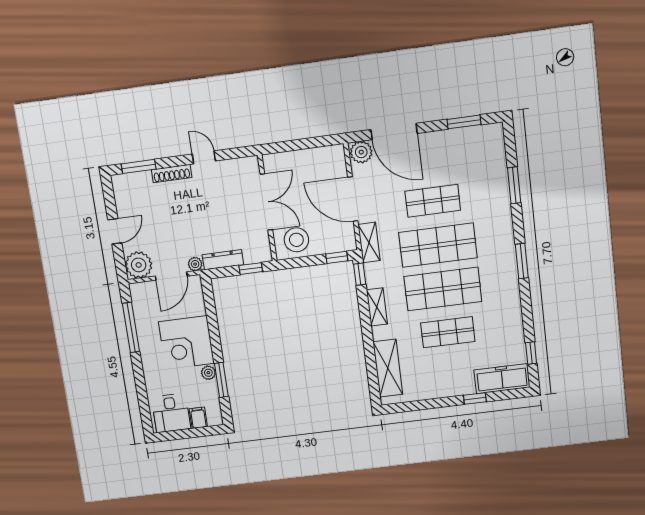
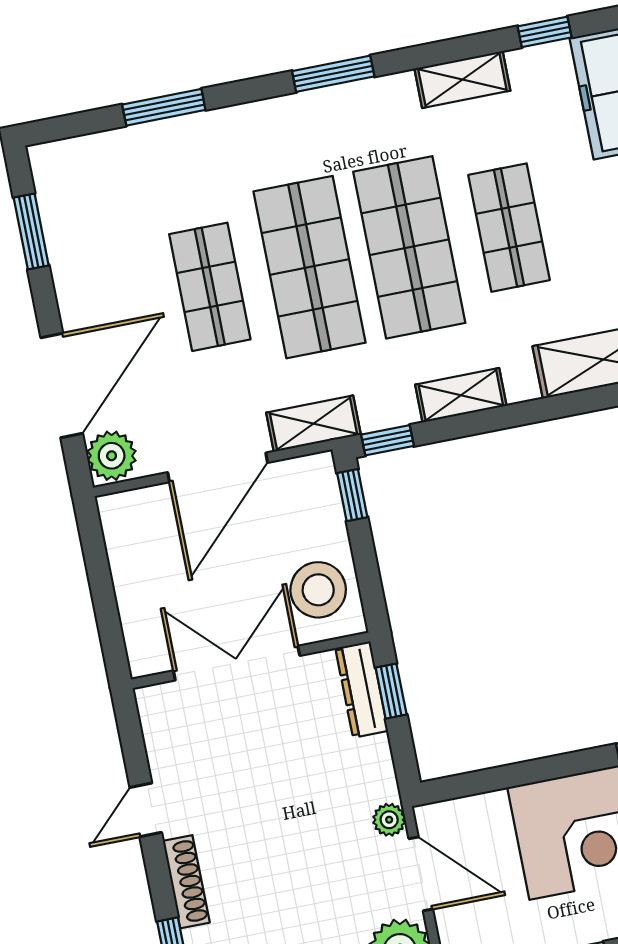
dresser: (223, 260) -> (362, 689), moved
shelving: (514, 317) -> (462, 80), added

